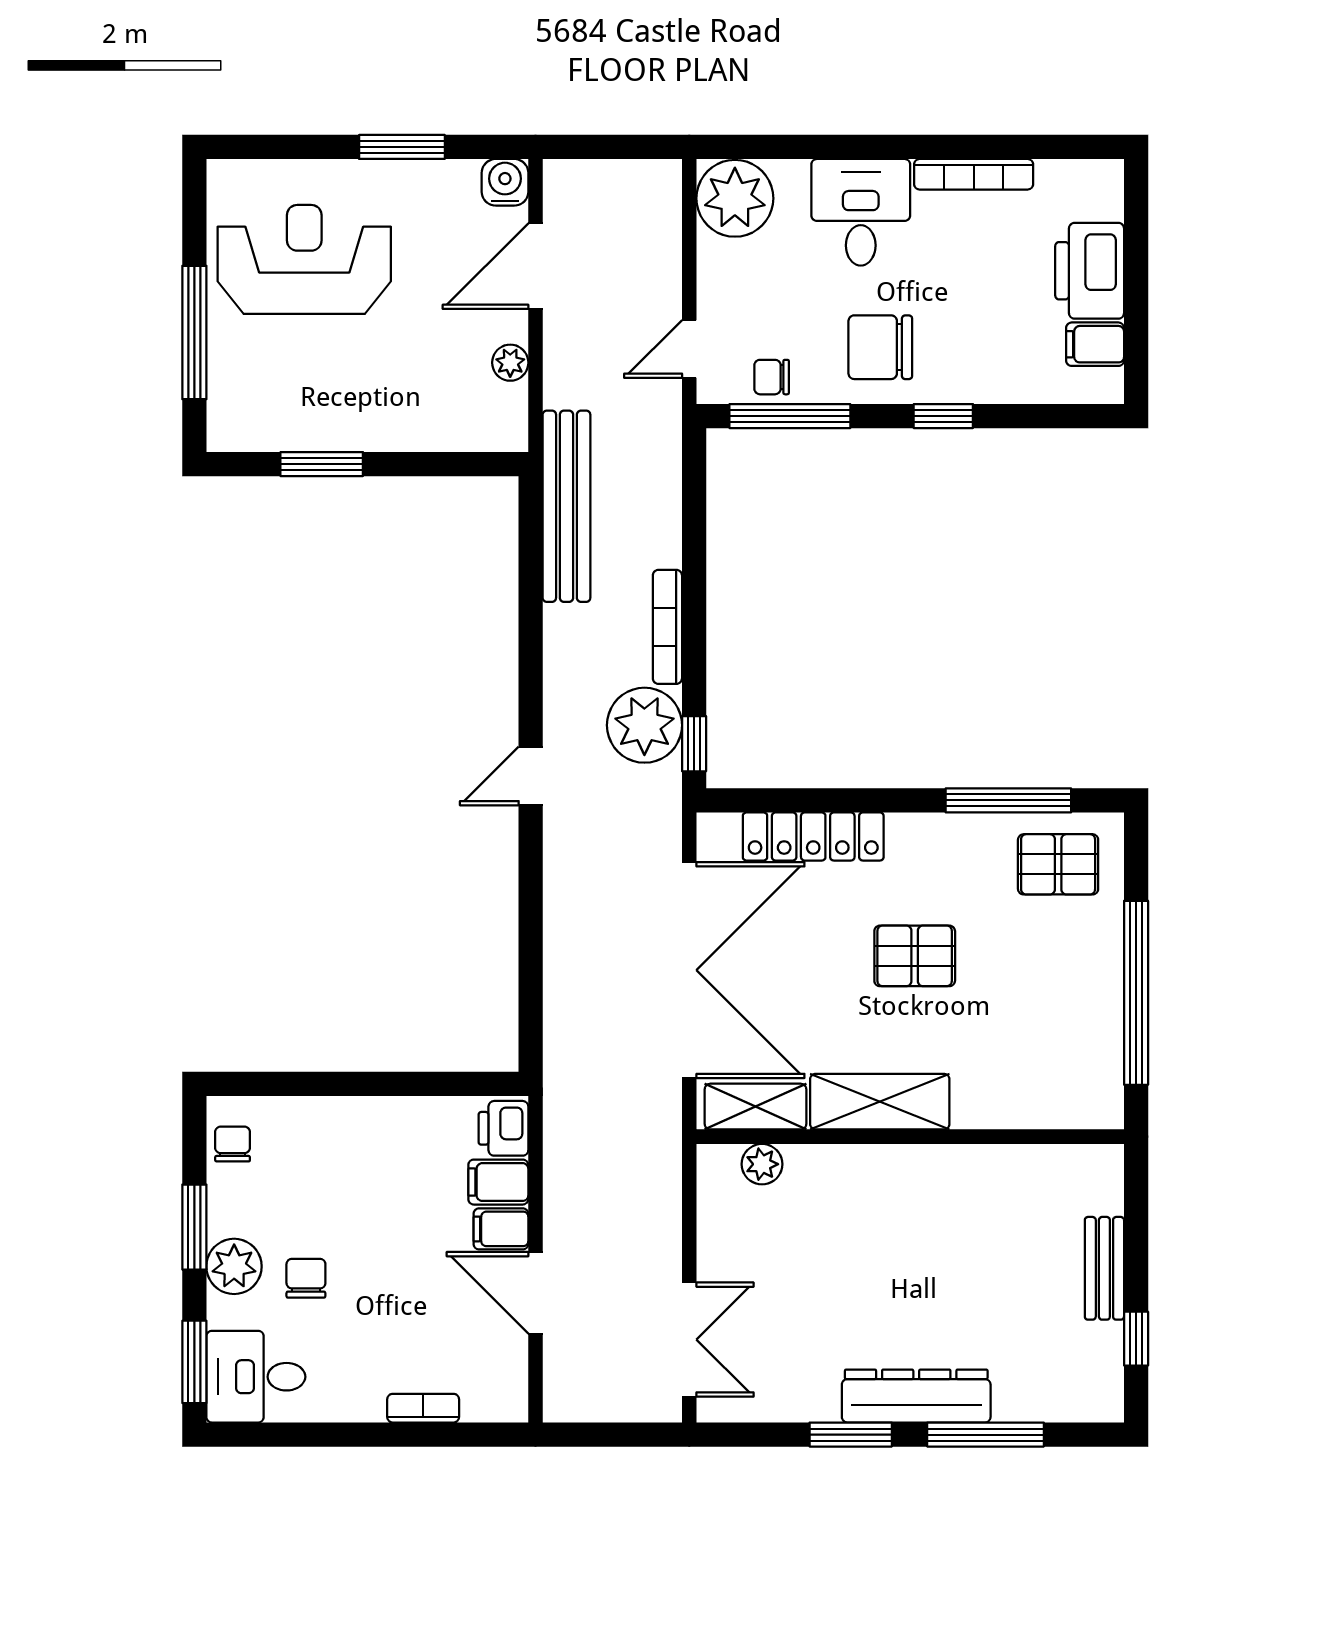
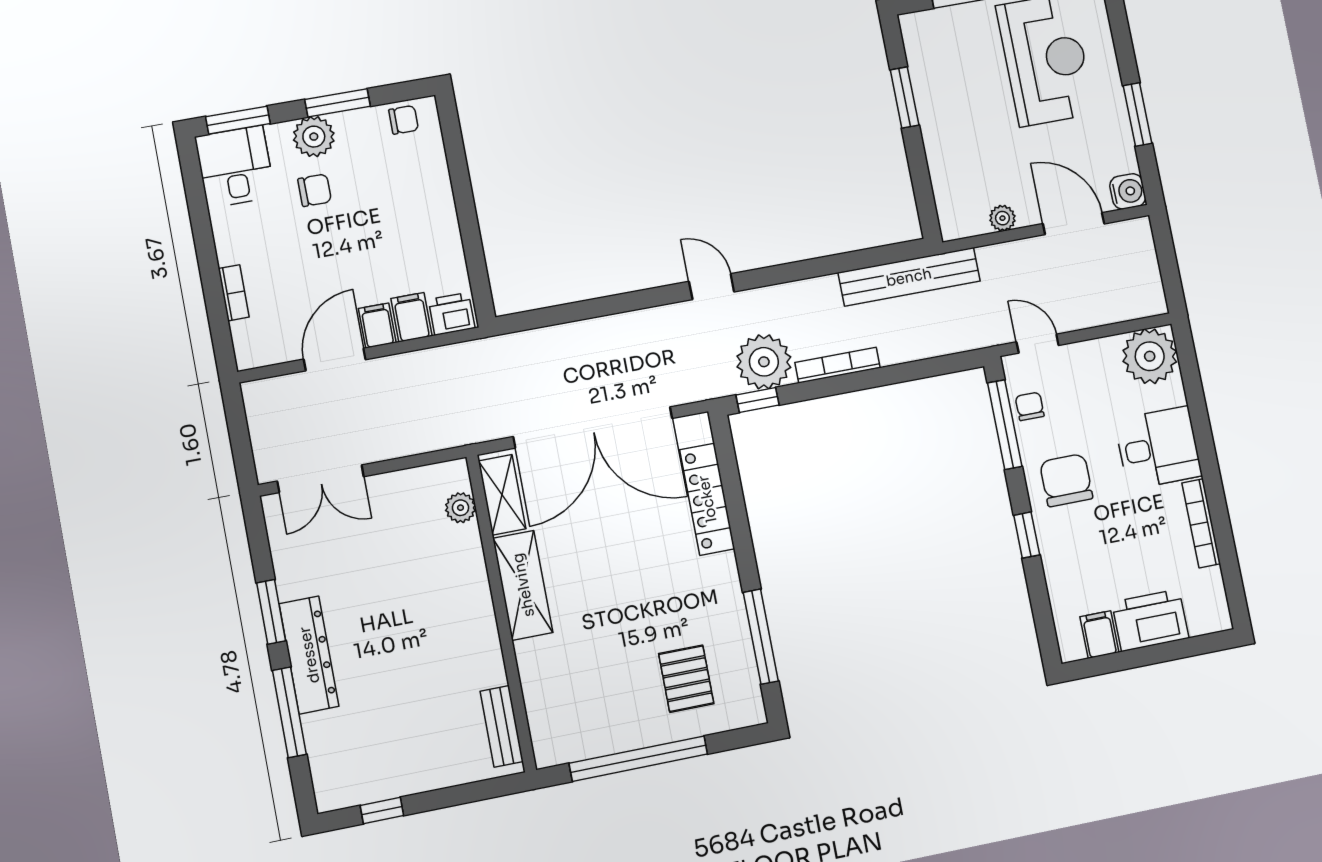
pallet: (1058, 864) -> (686, 679), moved
pallet: (915, 956) -> (634, 590), removed
bench: (1104, 1268) -> (502, 726), moved, turned 90

